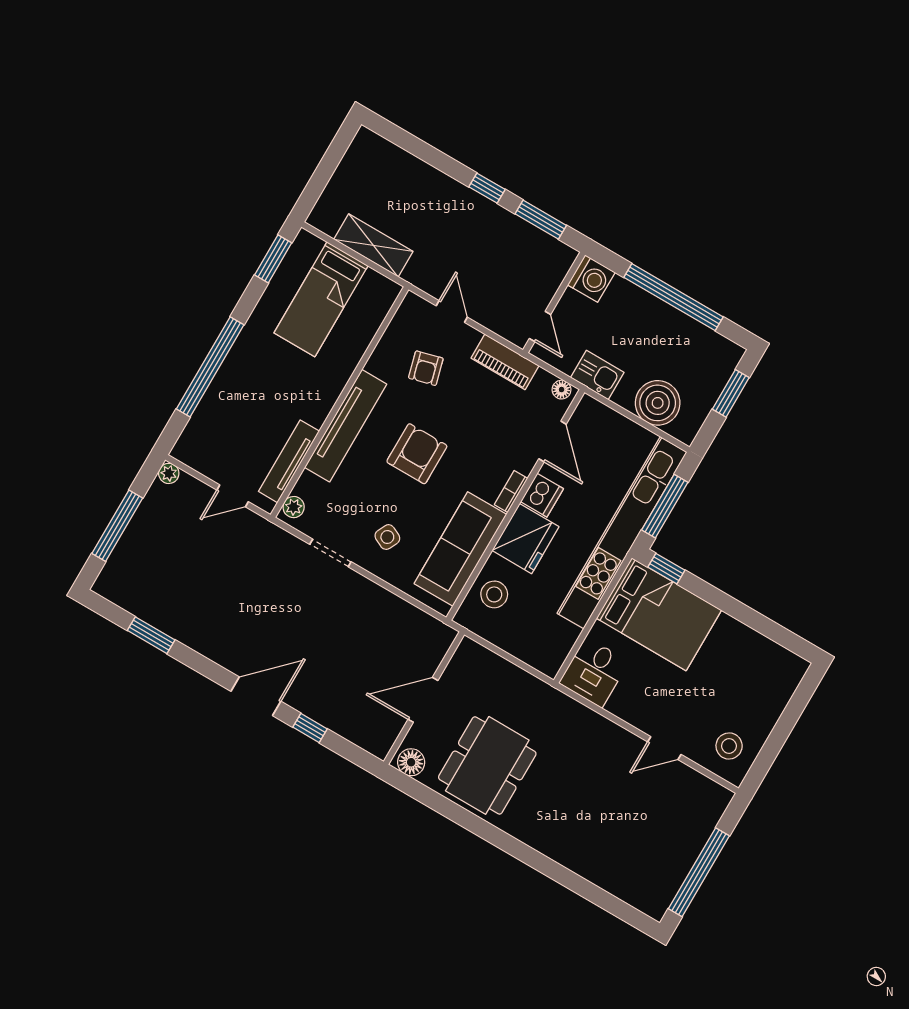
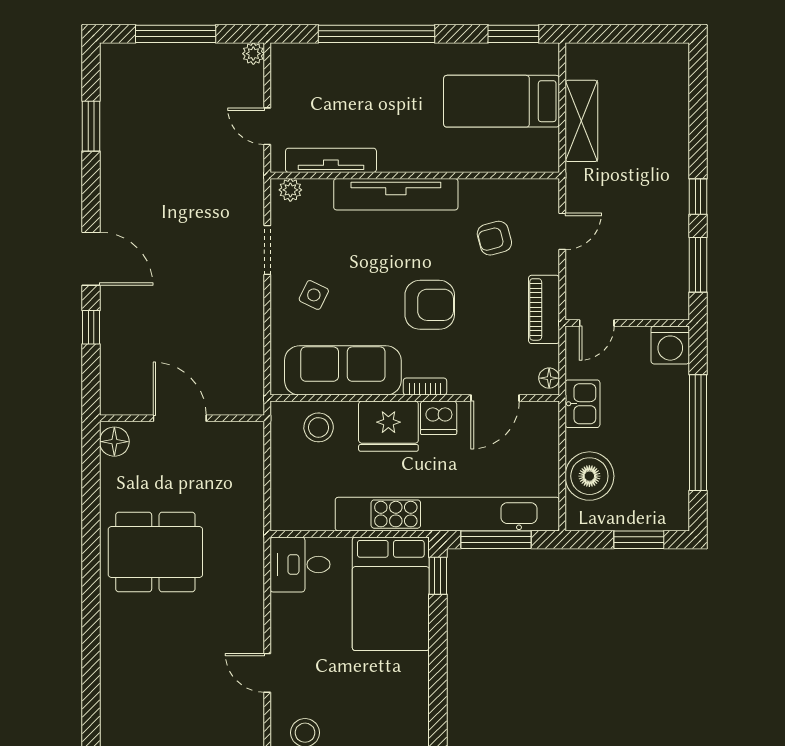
armchair: (417, 454) -> (430, 305), moved
dining table: (487, 765) -> (155, 552), moved

